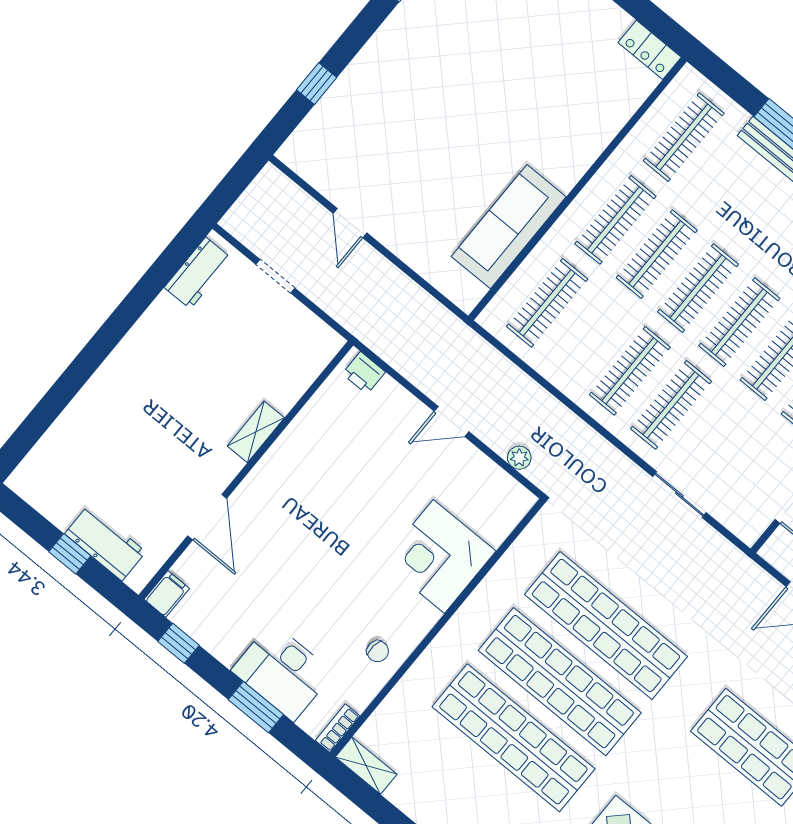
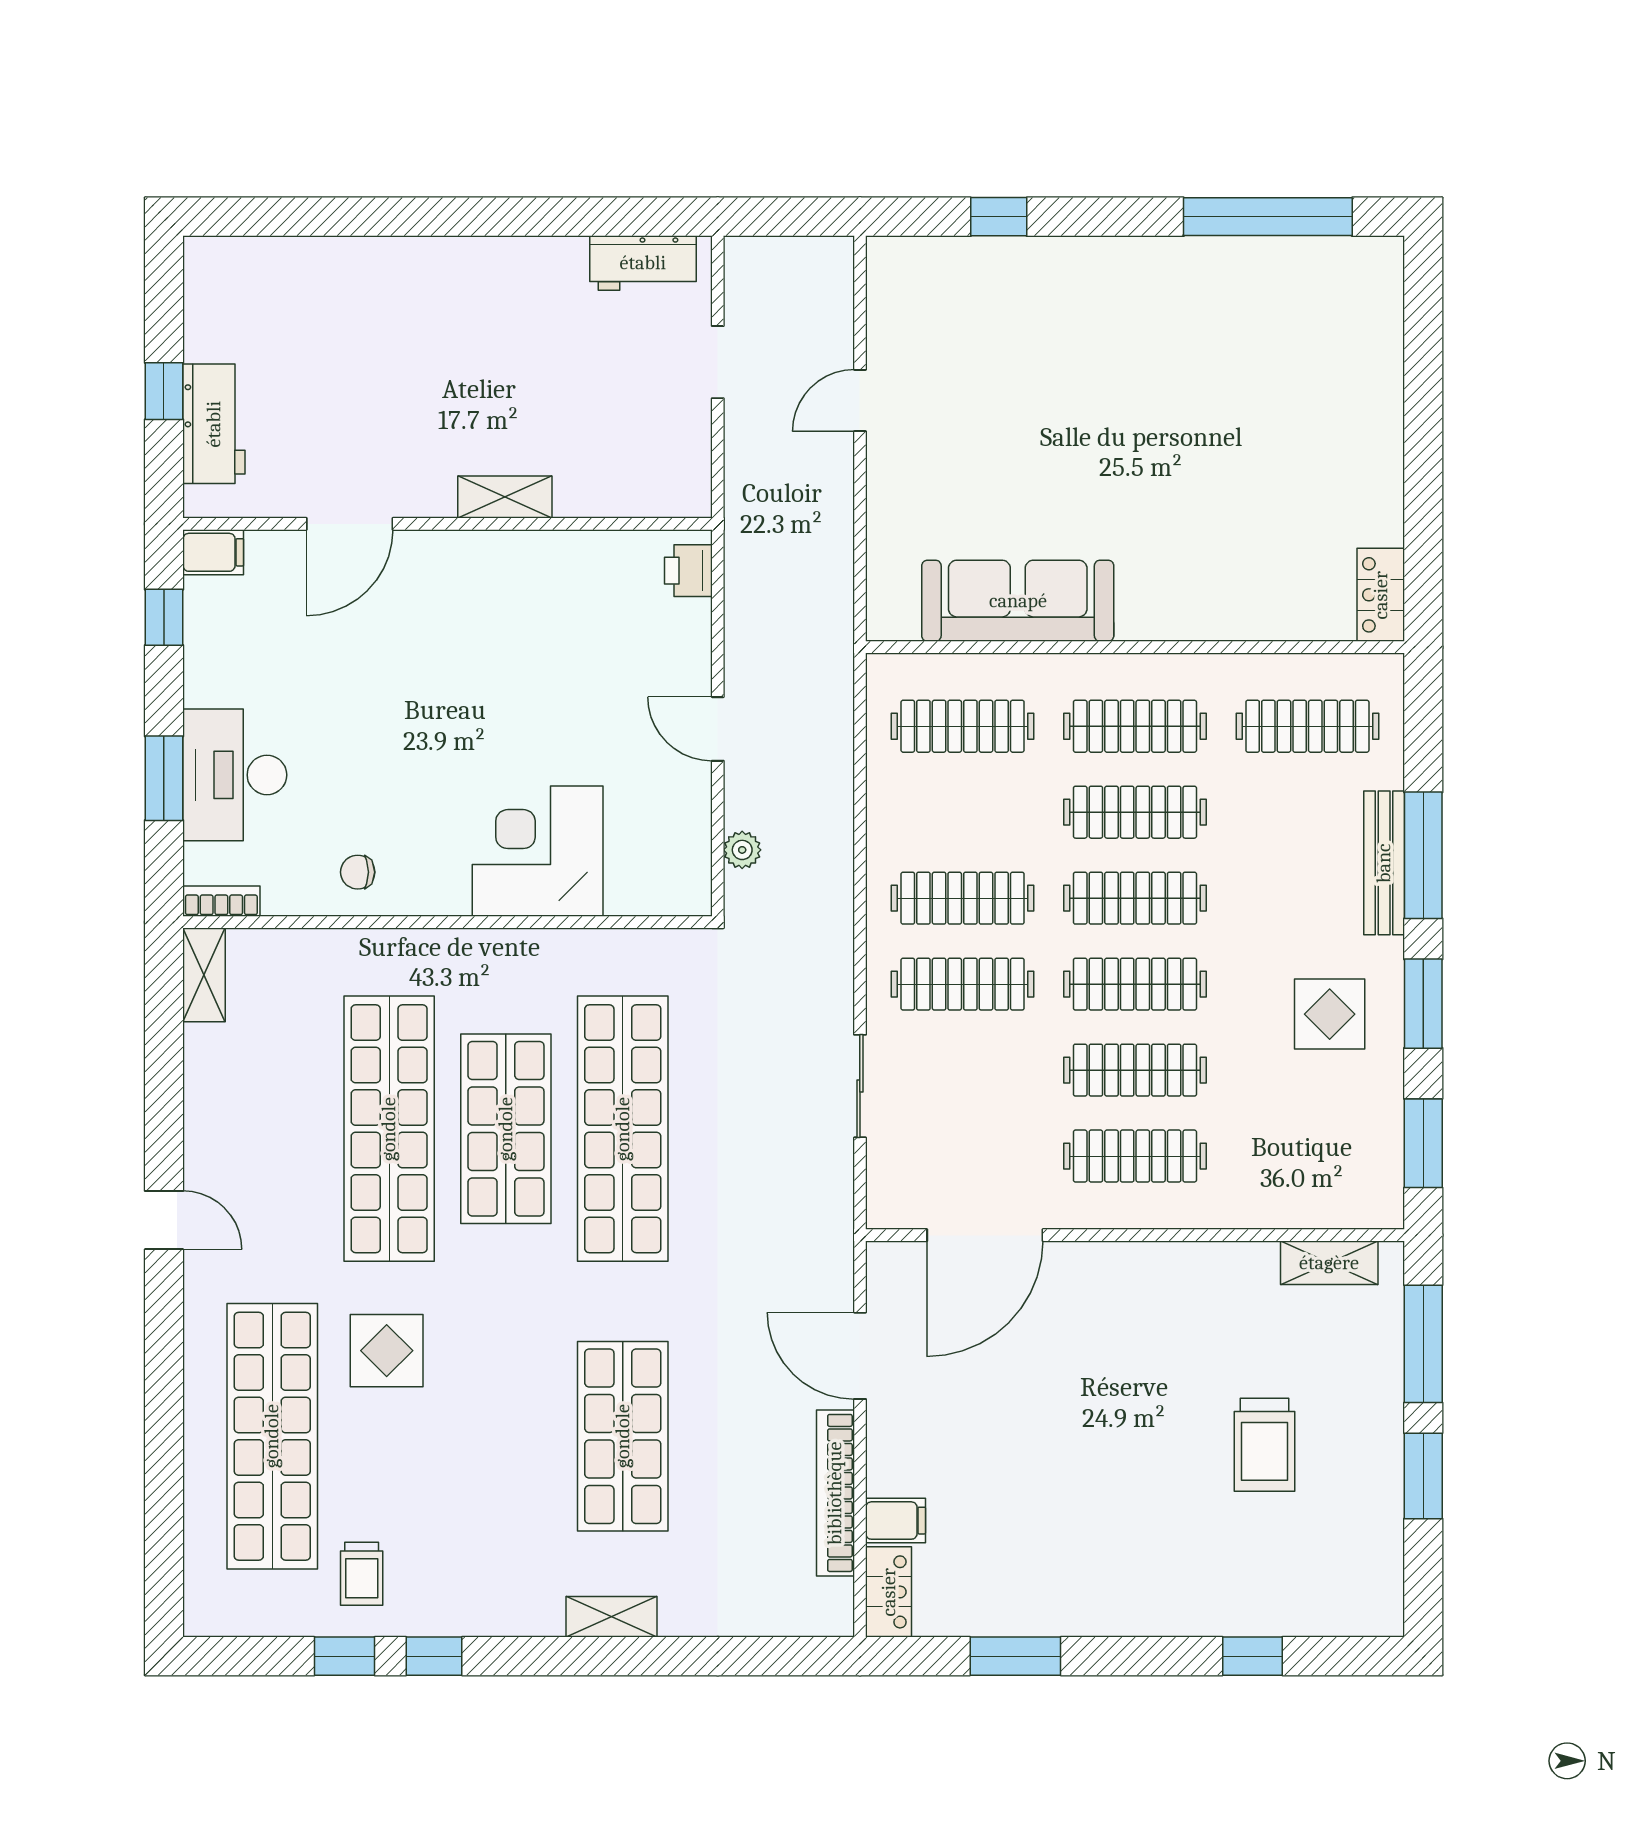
chair: (378, 651) -> (358, 872), turned 83
shop shelf: (560, 682) -> (506, 1129), width x0.71

